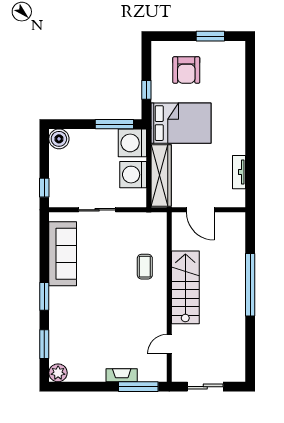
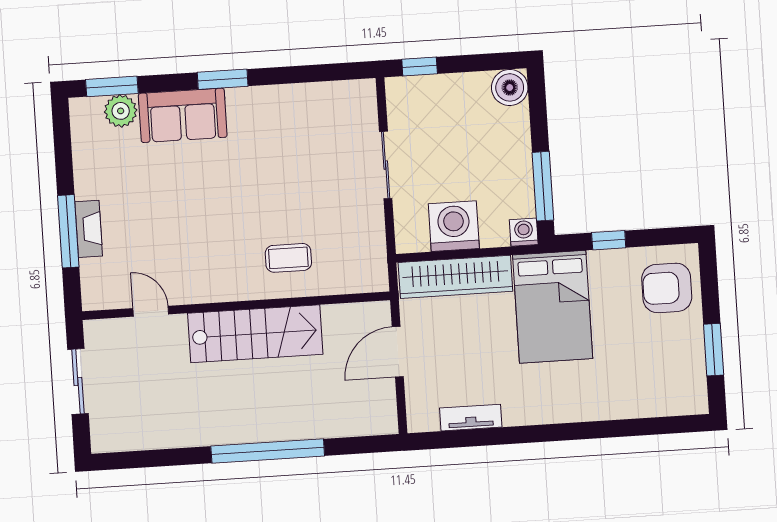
armchair: (186, 70) -> (667, 288), moved
washing machine: (132, 143) -> (524, 232), width x0.53, depth x0.53
sofa: (63, 254) -> (183, 115), moved, width x0.73
window: (44, 344) -> (112, 86), moved
plant: (58, 373) -> (121, 111), moved
window: (138, 387) -> (68, 231), moved

